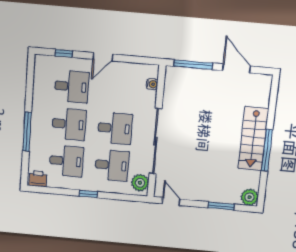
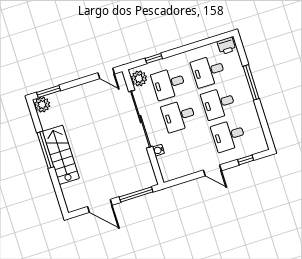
door: (103, 57) -> (212, 170), swing flipped
water cooler: (152, 84) -> (158, 150), moved
window: (88, 194) -> (154, 58), moved
window: (221, 206) -> (49, 92), moved

